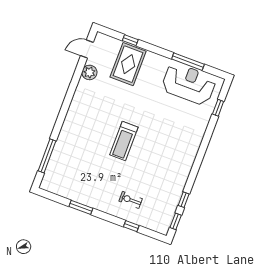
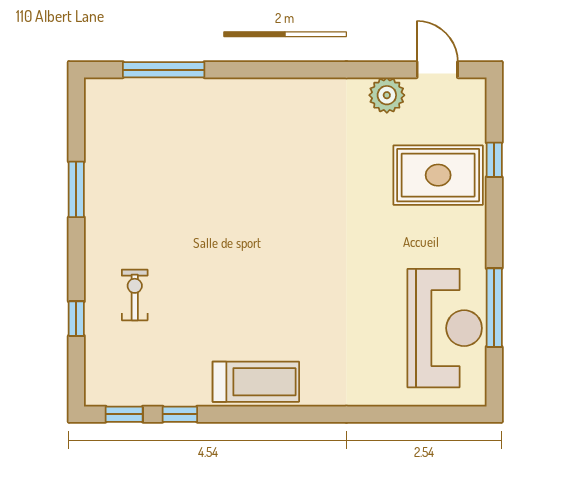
window: (218, 108) -> (416, 414), removed
treadmill: (124, 141) -> (256, 382), moved, turned 180

